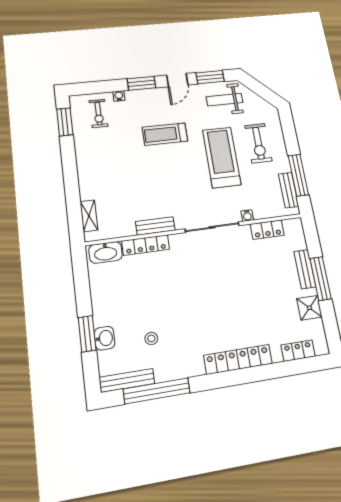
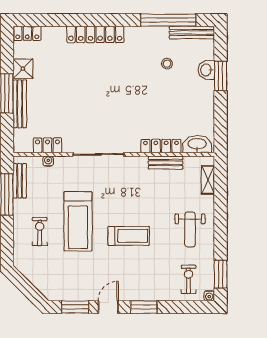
water cooler: (119, 96) -> (209, 296), moved
weight bench: (225, 100) -> (190, 230), moved, turned 90
treadmill: (165, 134) -> (129, 236), moved
exercise bike: (258, 143) -> (40, 232), width x0.73, depth x0.72
water cooler: (247, 216) -> (48, 161), moved
bench: (155, 226) -> (166, 163), moved
bench: (305, 269) -> (20, 104), width x1.36
locker: (298, 351) -> (27, 33), moved

